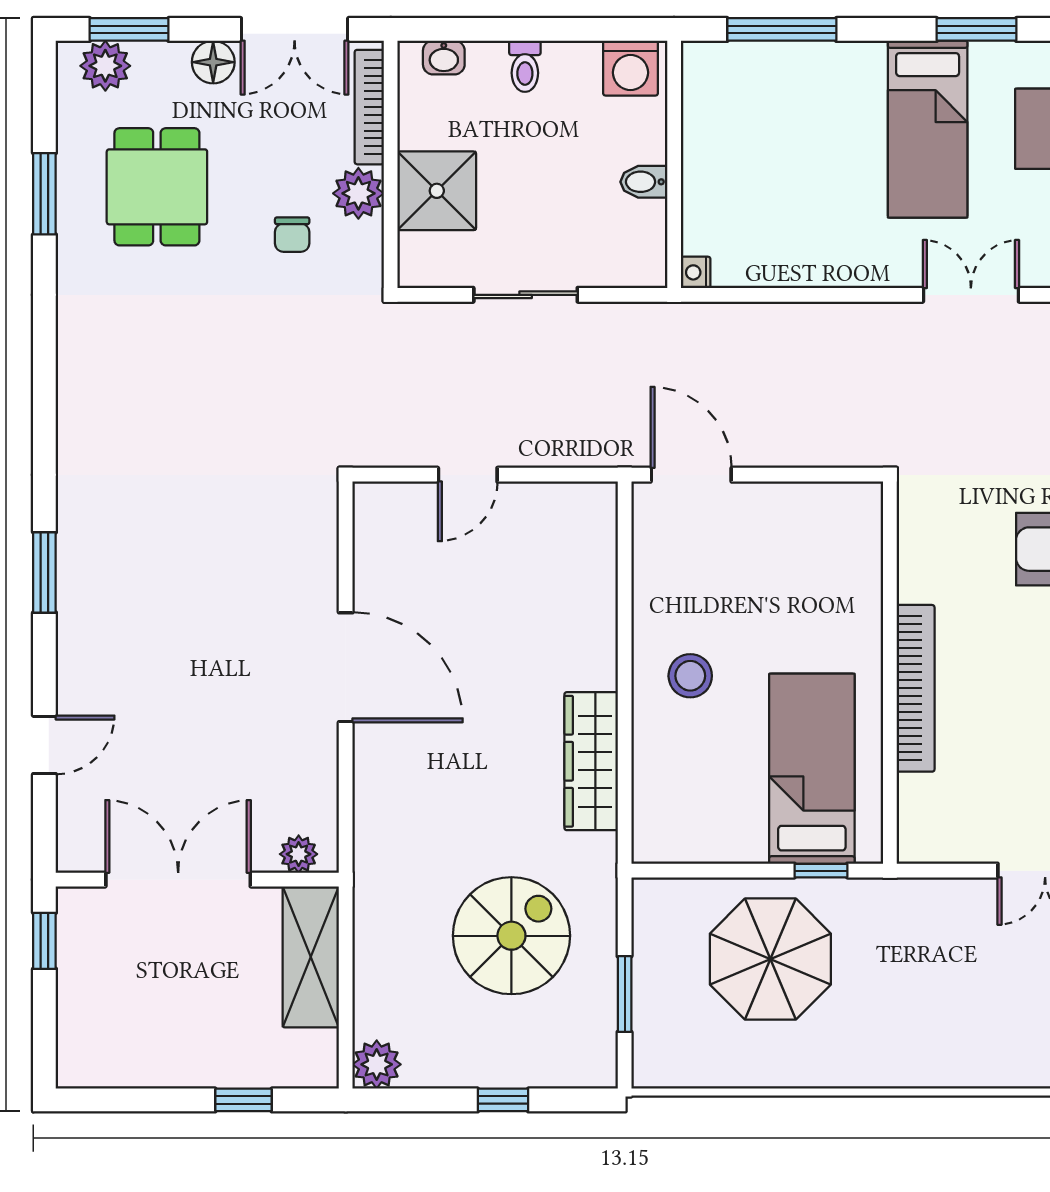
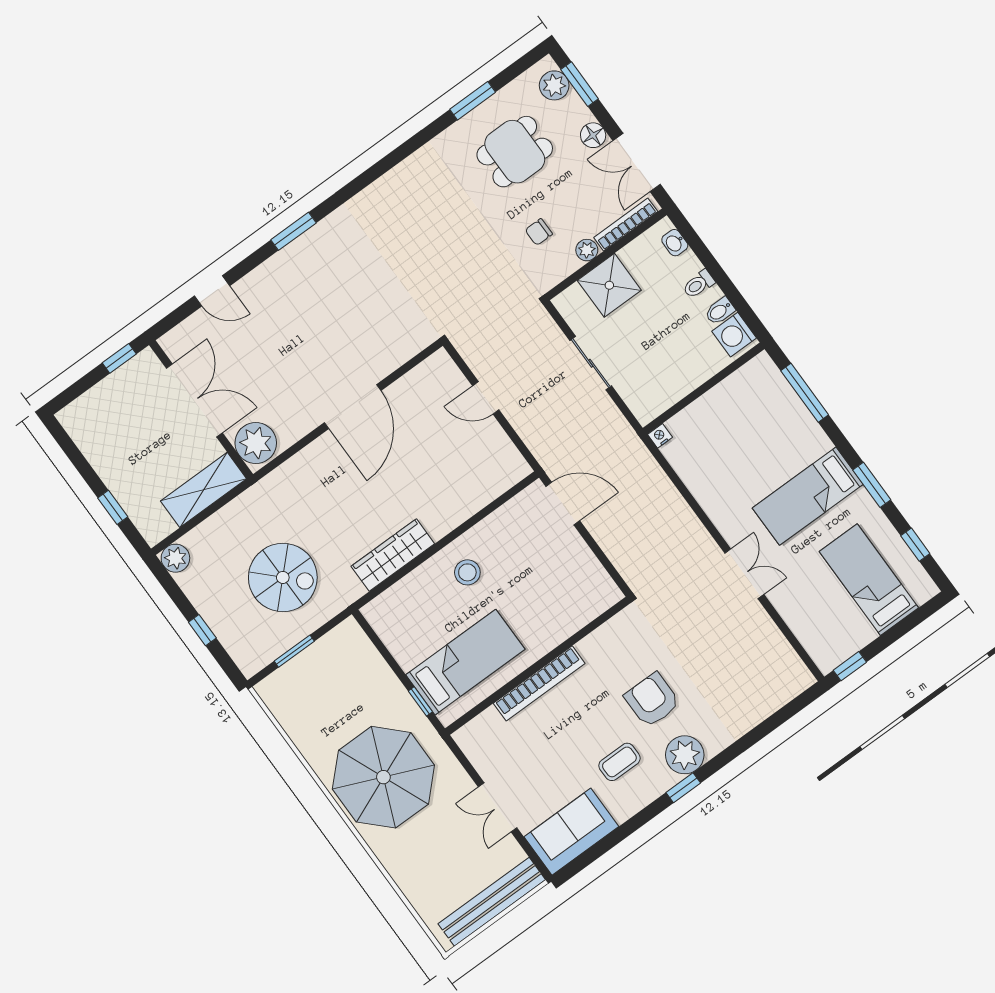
bidet: (644, 182) -> (720, 311), moved, turned -90
plant: (358, 193) -> (587, 250), width x0.73, depth x0.73
door: (691, 475) -> (563, 504), hinge flipped
plant: (299, 854) -> (256, 443), width x1.87, depth x1.87
parasol: (770, 959) -> (383, 777), moved, width x1.36, depth x1.36

